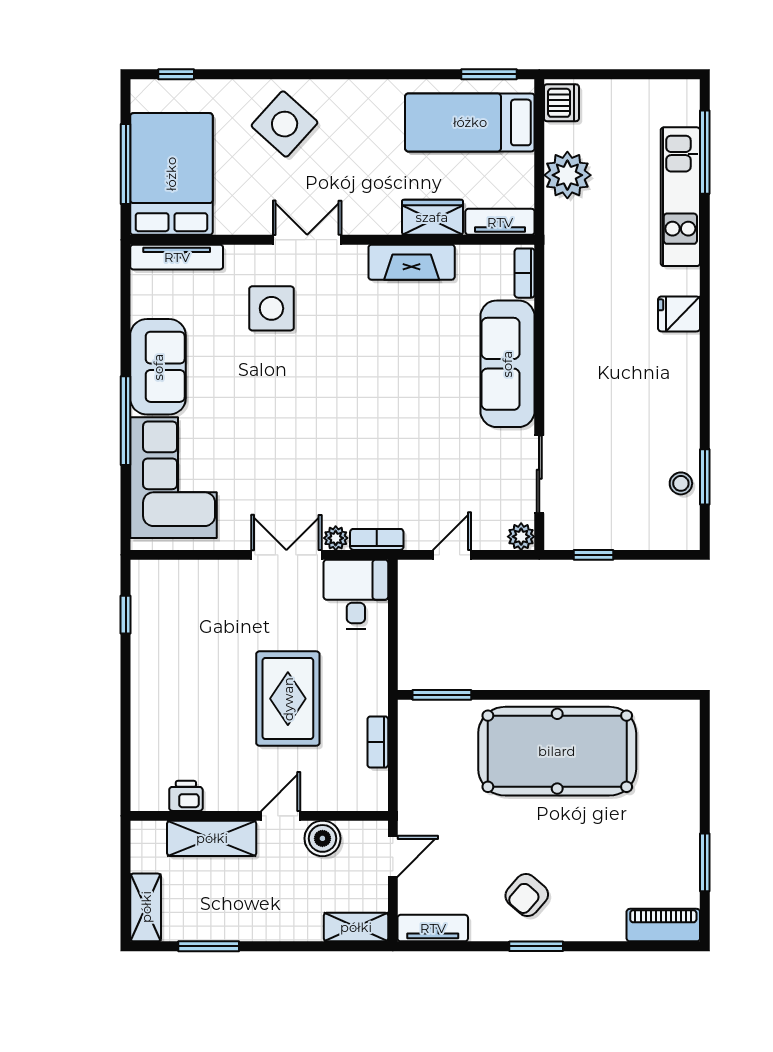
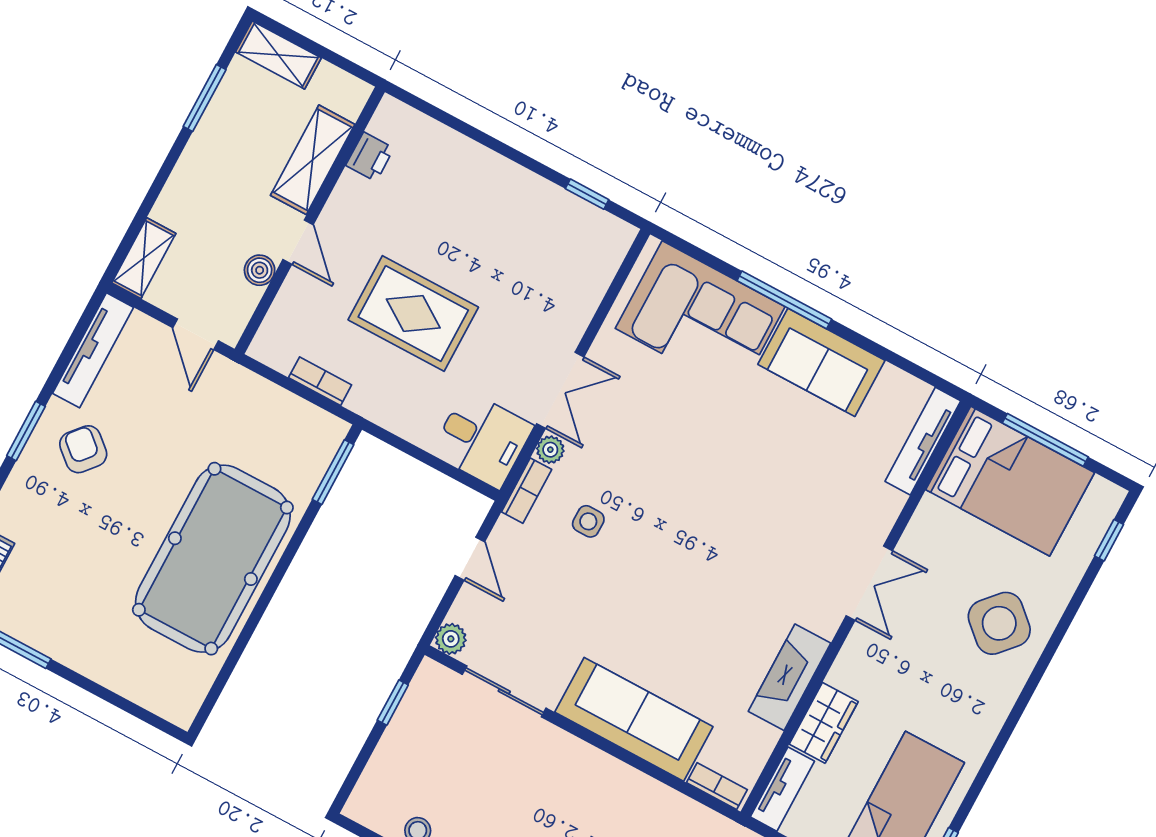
side table: (271, 308) -> (588, 521), moved, width x0.54, depth x0.54
boiler: (322, 838) -> (260, 270), width x0.73, depth x0.73
tv unit: (433, 928) -> (93, 350), width x1.41

